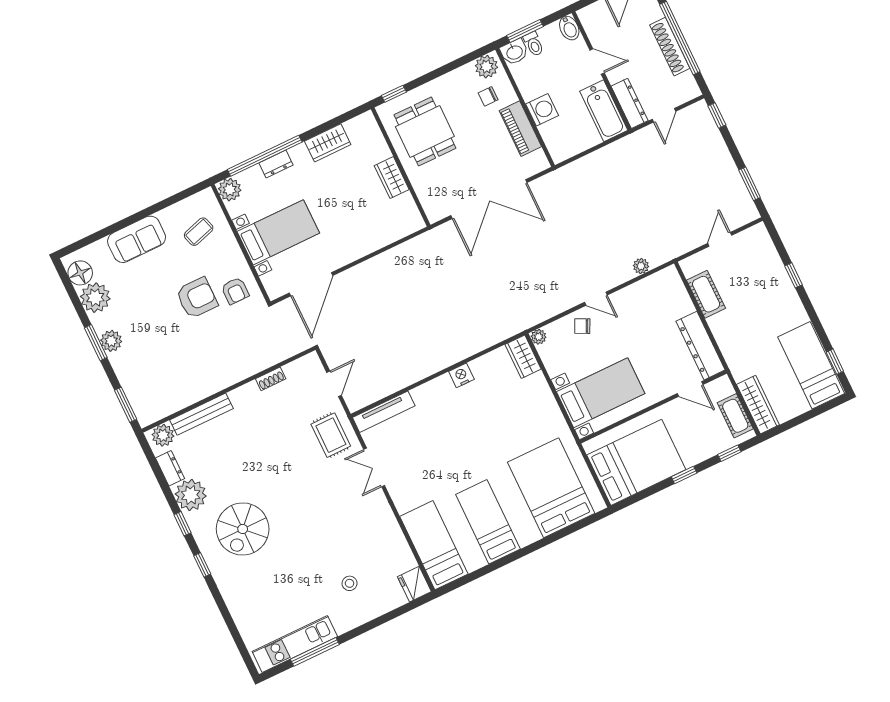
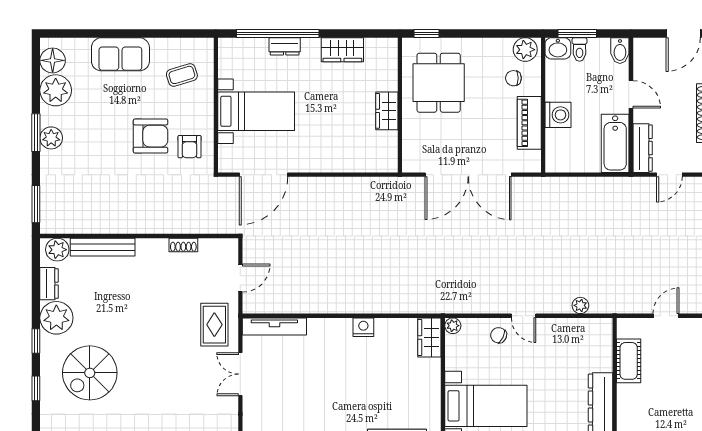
plant: (230, 190) -> (230, 50), removed

